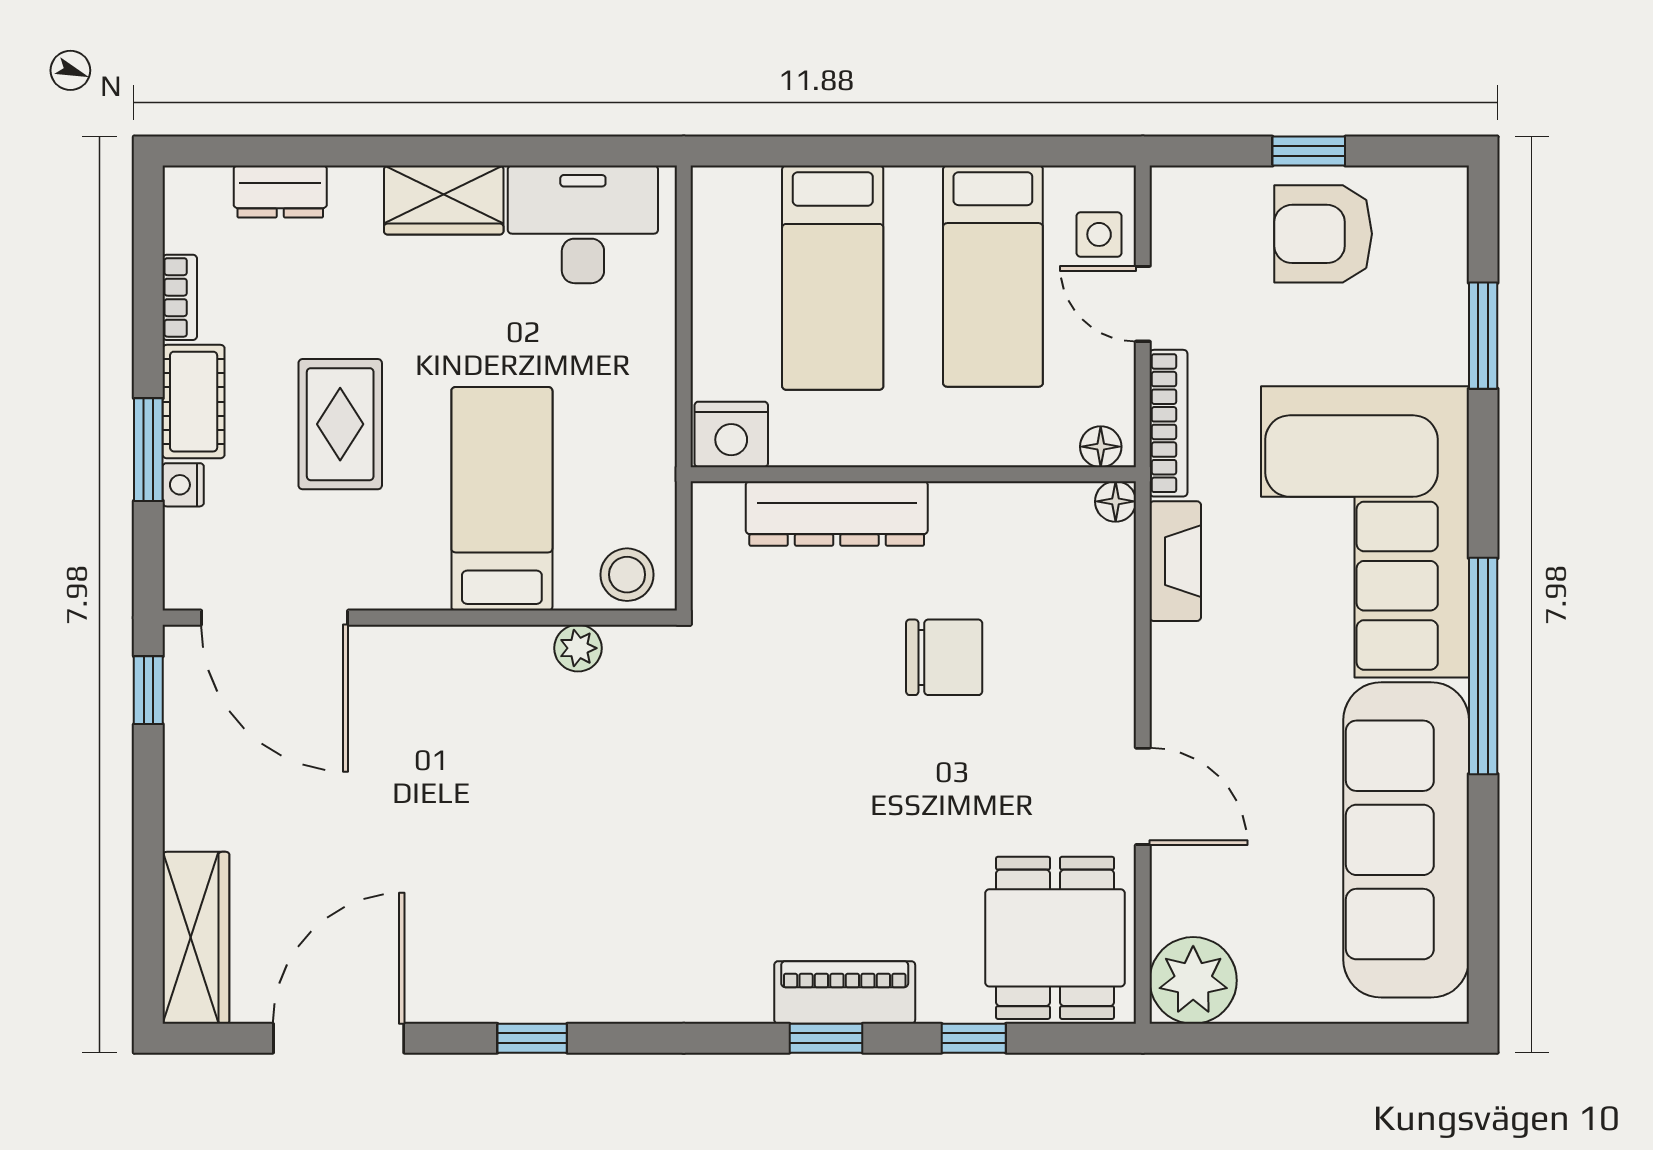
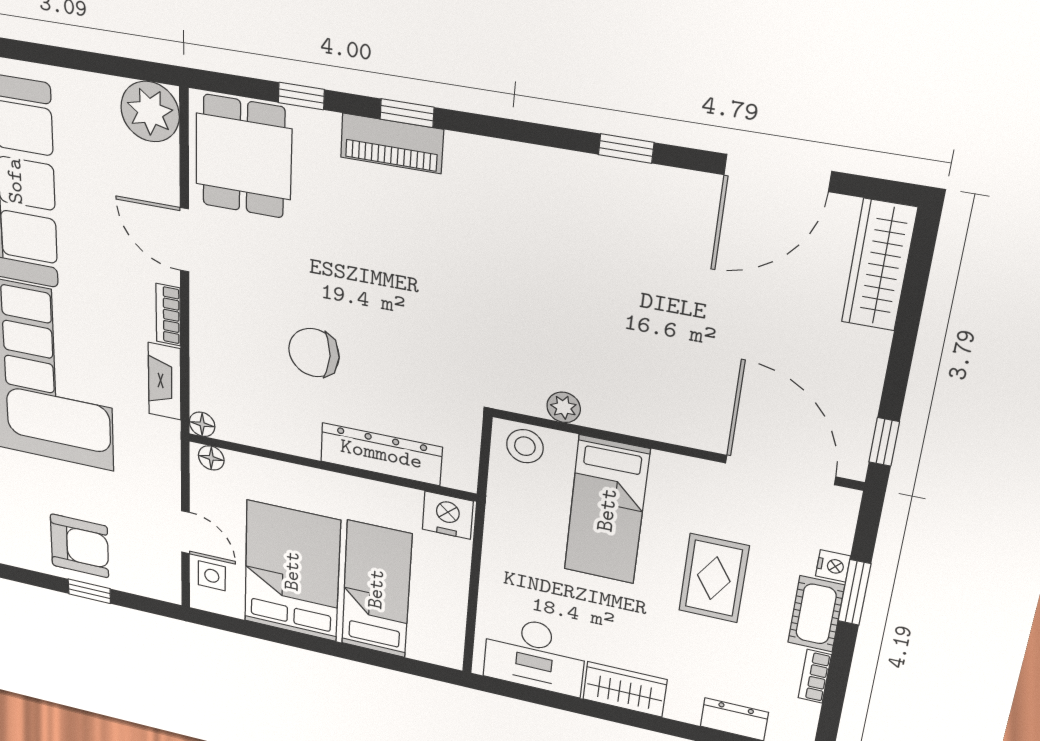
bed: (993, 276) -> (292, 571), width x1.50
bookcase: (1168, 423) -> (168, 315), moved, width x0.64

